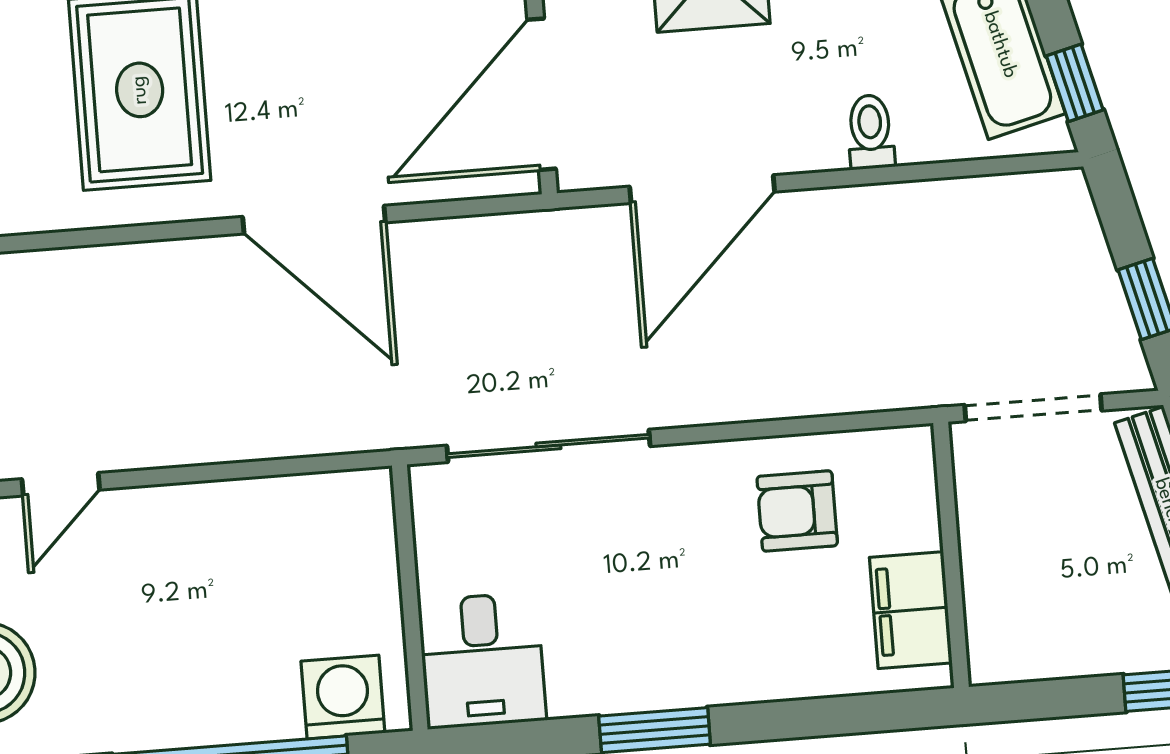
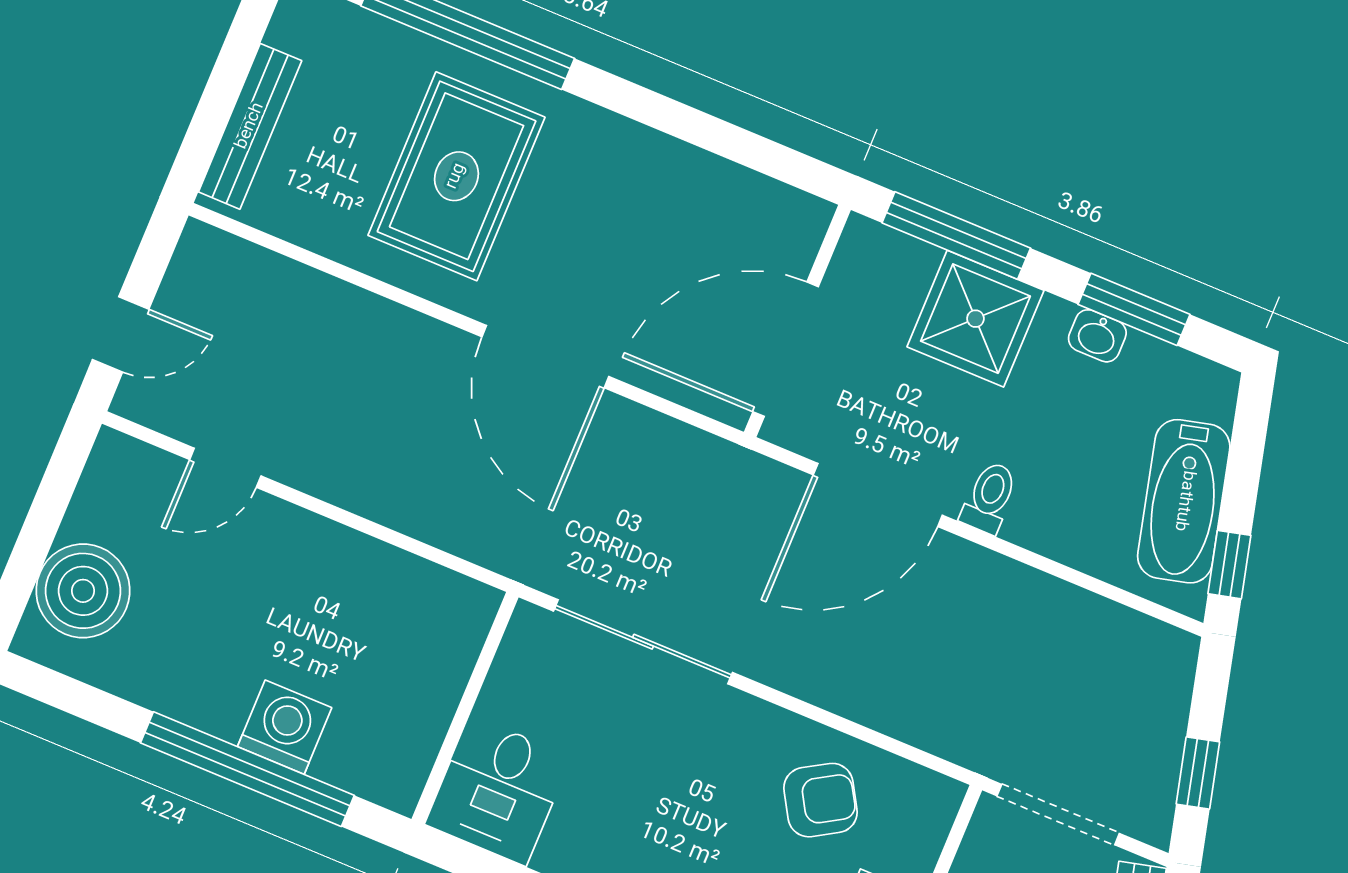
toilet: (870, 132) -> (989, 498), moved
armchair: (797, 511) -> (820, 800), turned 149
washing machine: (343, 697) -> (285, 727), moved

